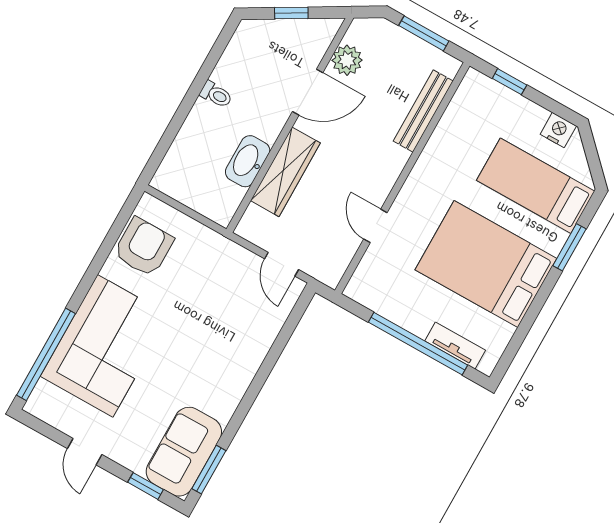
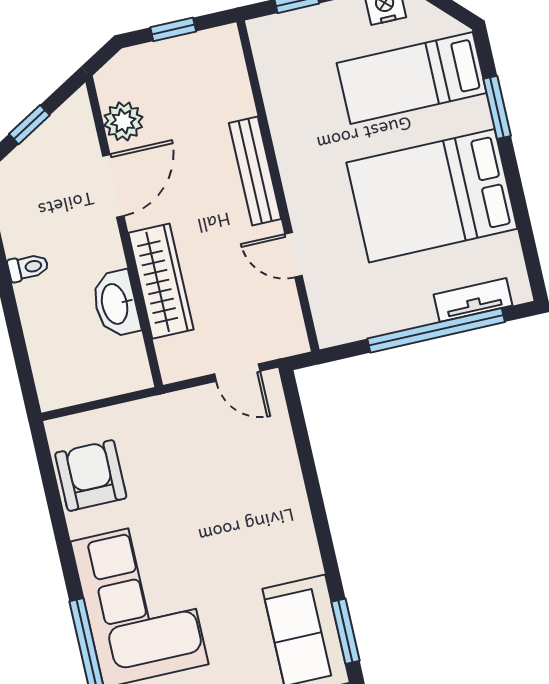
window: (424, 33) -> (173, 29), width x0.67
bench: (423, 111) -> (255, 171), moved

